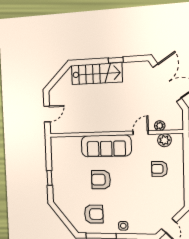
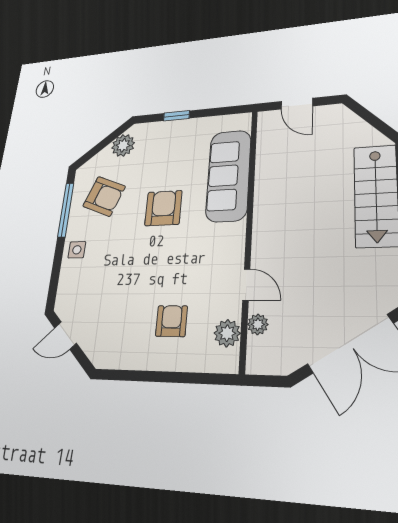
sofa: (106, 146) -> (228, 175), moved
plant: (65, 207) -> (123, 145), added
armchair: (94, 214) -> (104, 196), turned -68

